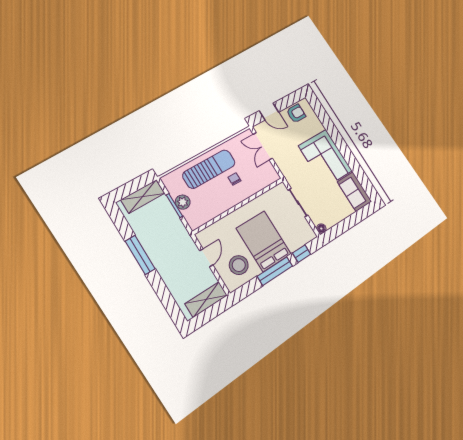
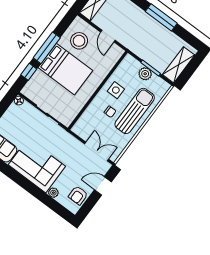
plant: (319, 126) -> (53, 193), added
sun lounger: (209, 169) -> (135, 111), turned 180
side table: (220, 198) -> (116, 90), added

